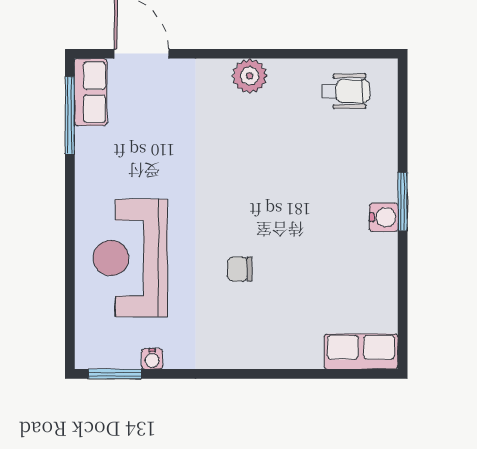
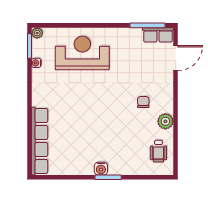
plant: (250, 76) -> (165, 121), moved
chair: (240, 269) -> (143, 102), moved
row of seats: (361, 352) -> (40, 141), width x2.02
plant: (87, 357) -> (37, 33), added

